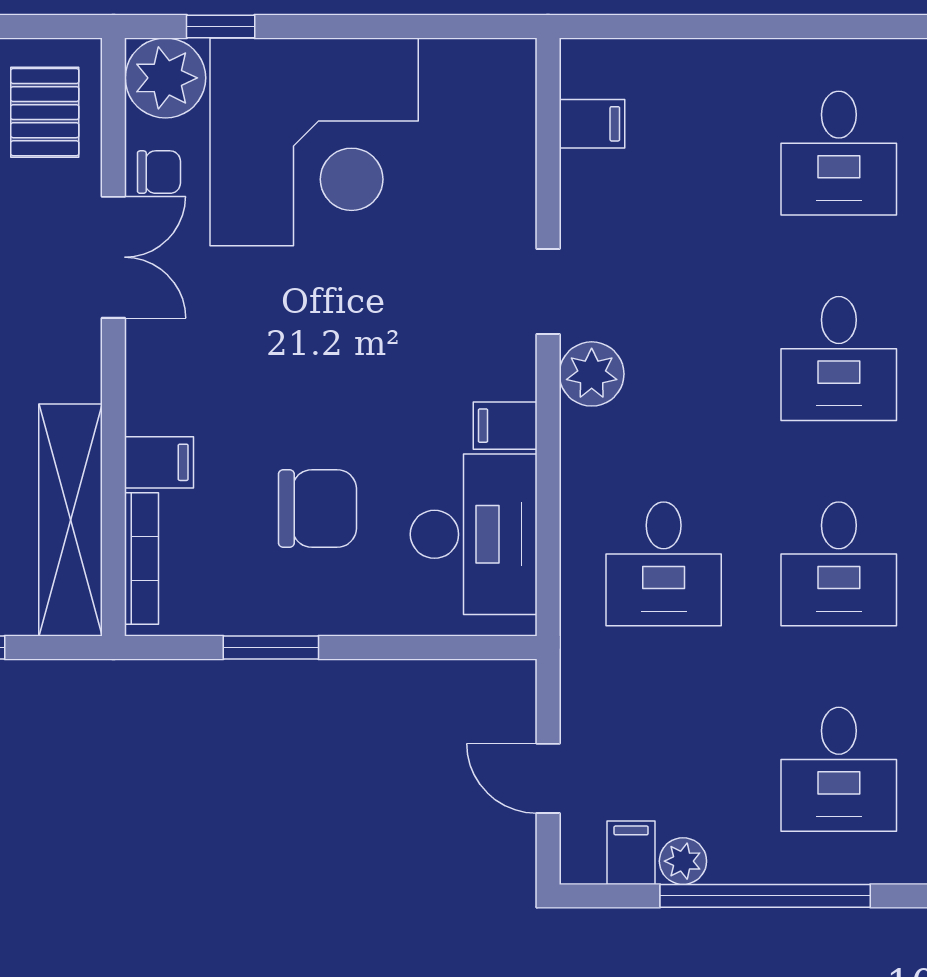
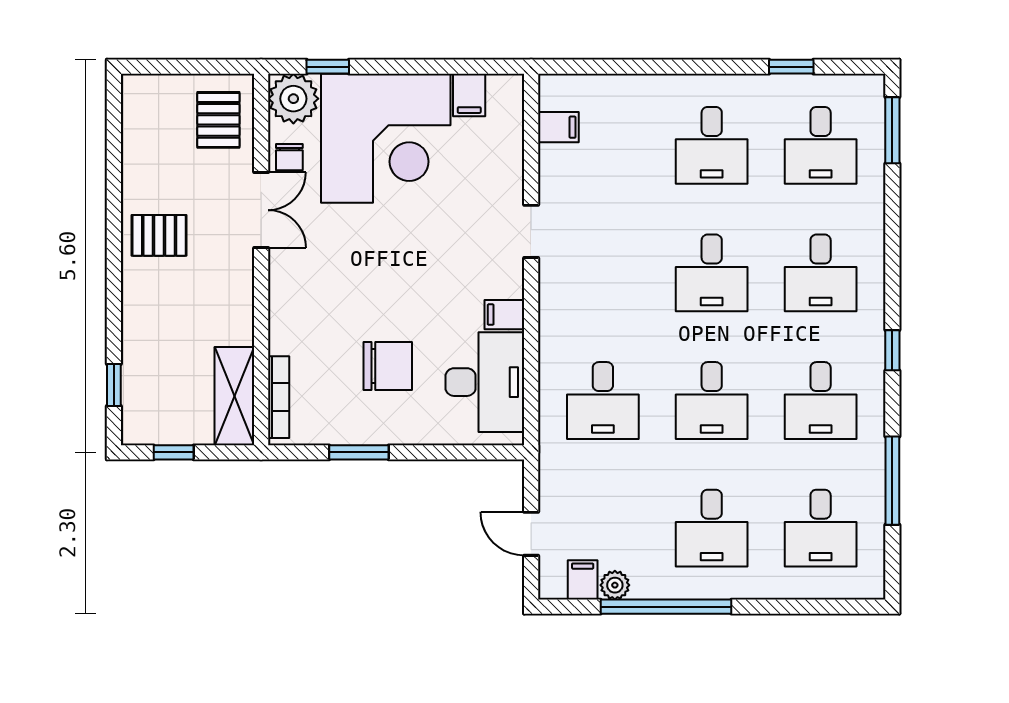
chair: (159, 172) -> (289, 157), turned 90
plant: (592, 374) -> (558, 283), removed
filing cabinet: (159, 462) -> (469, 95), moved, turned 90
shelving: (70, 520) -> (234, 396), width x0.68

